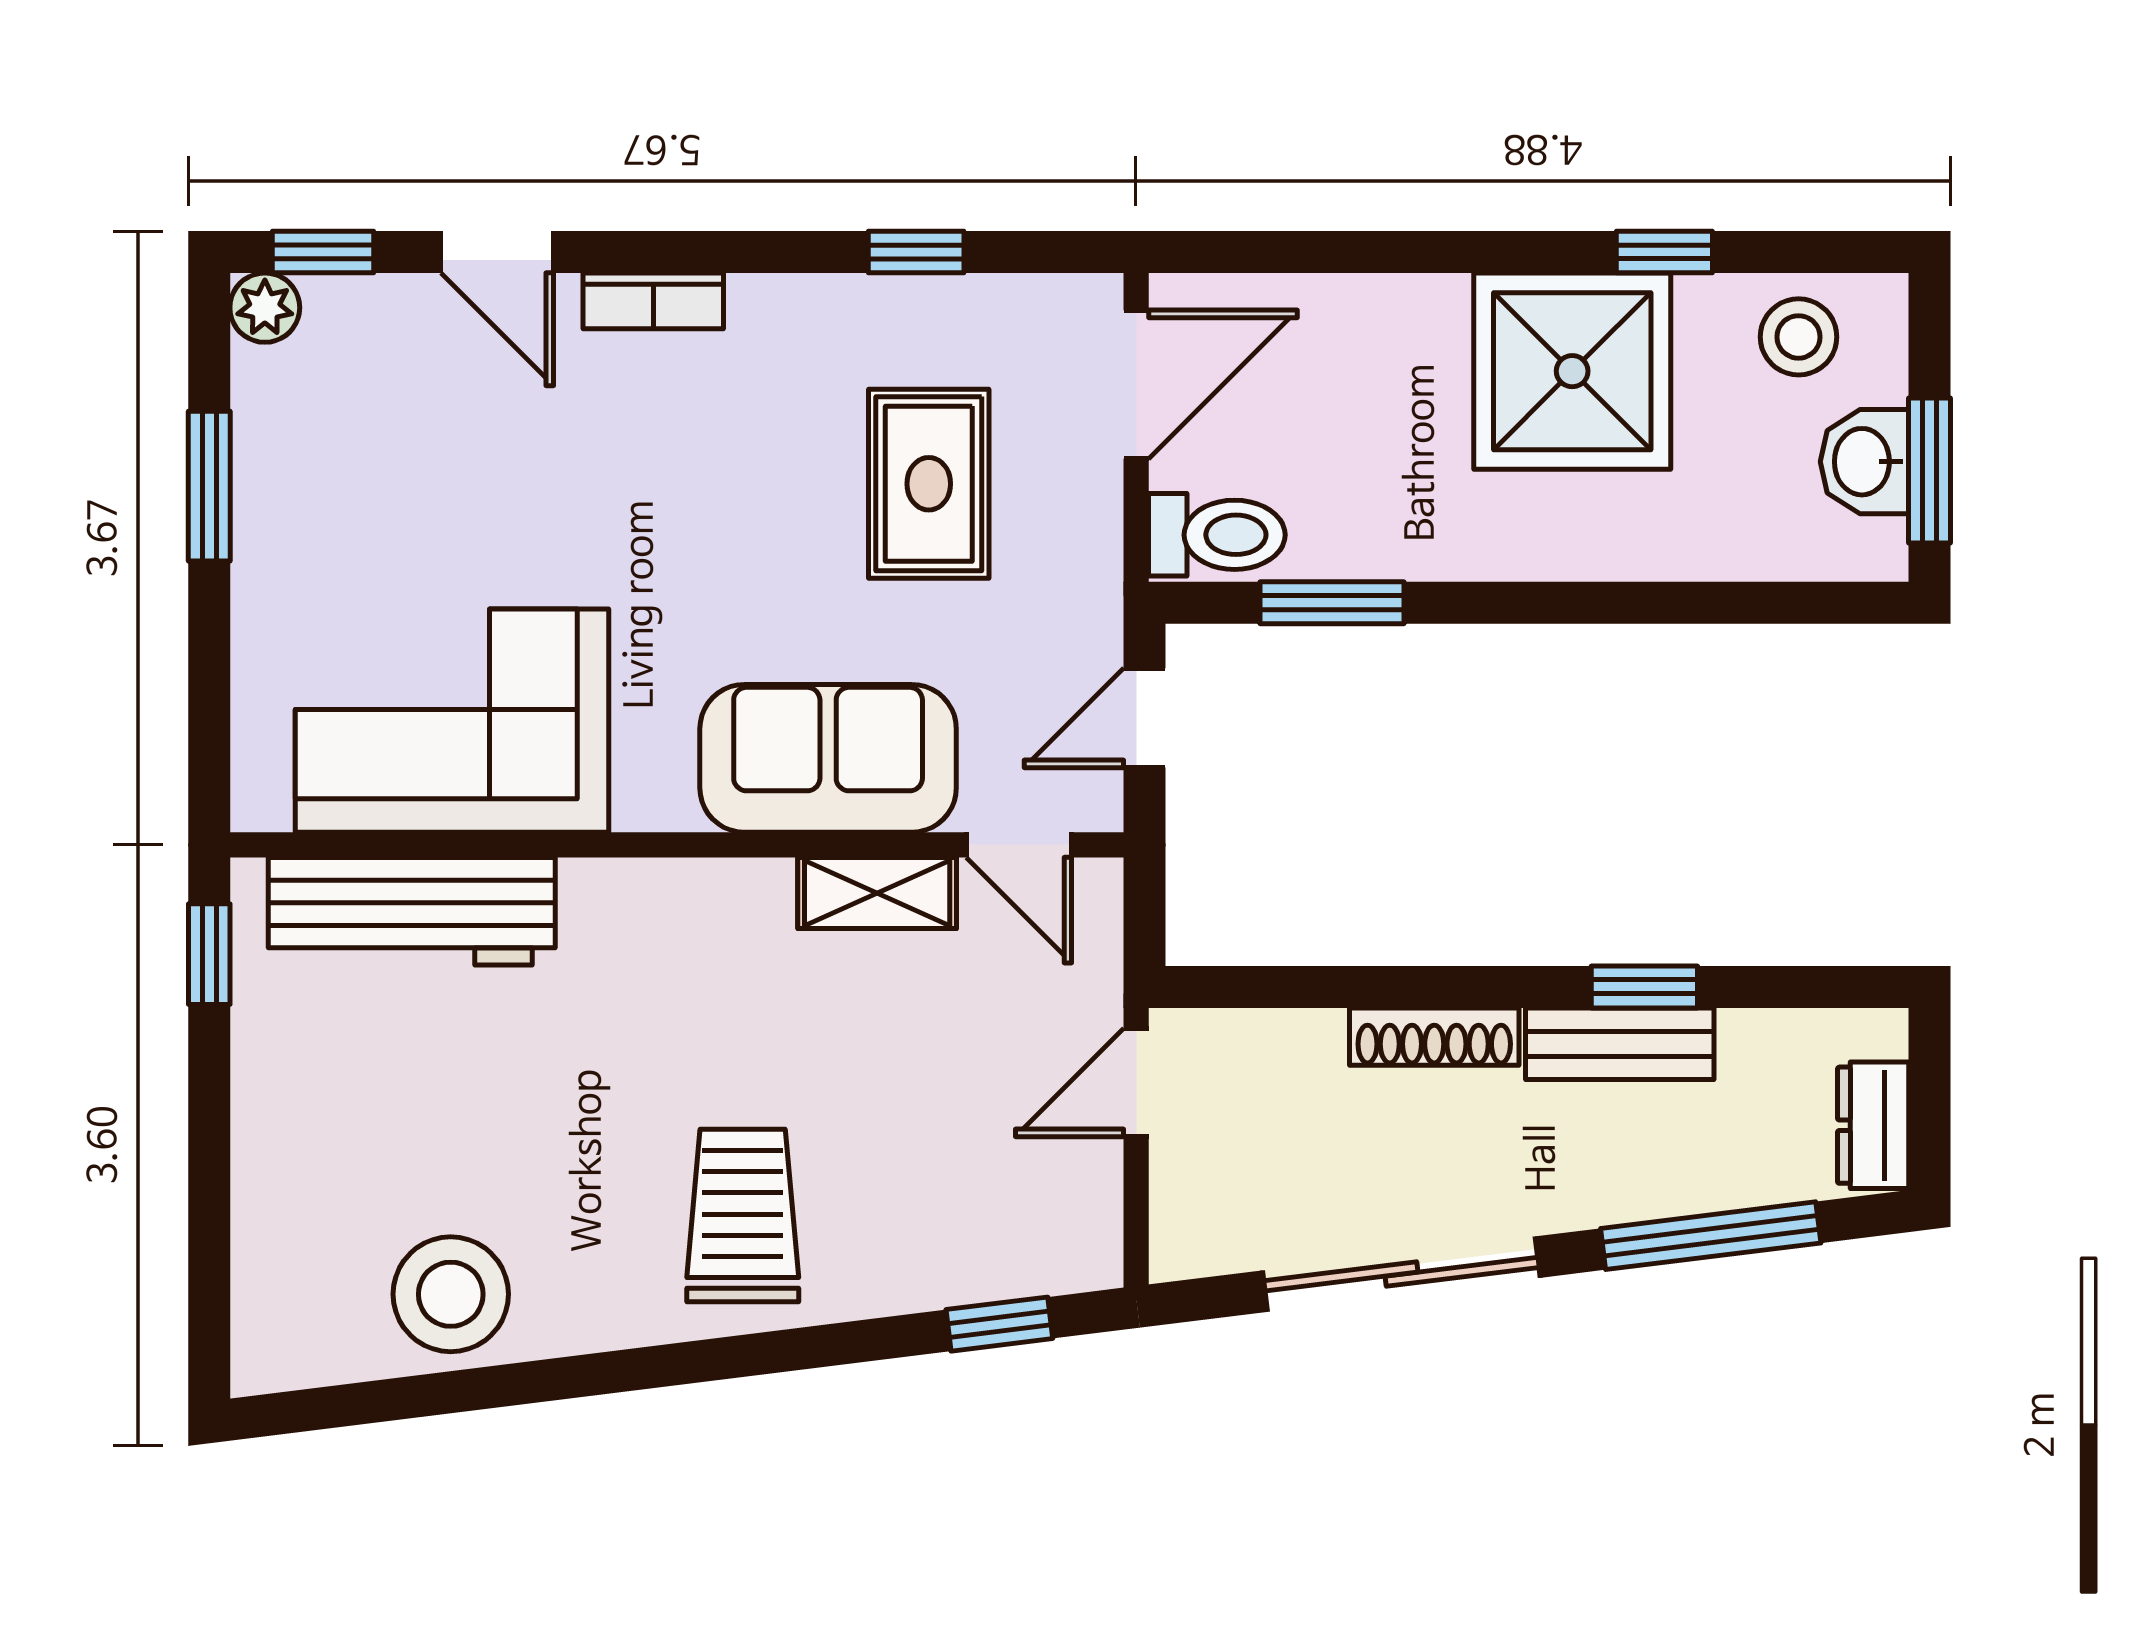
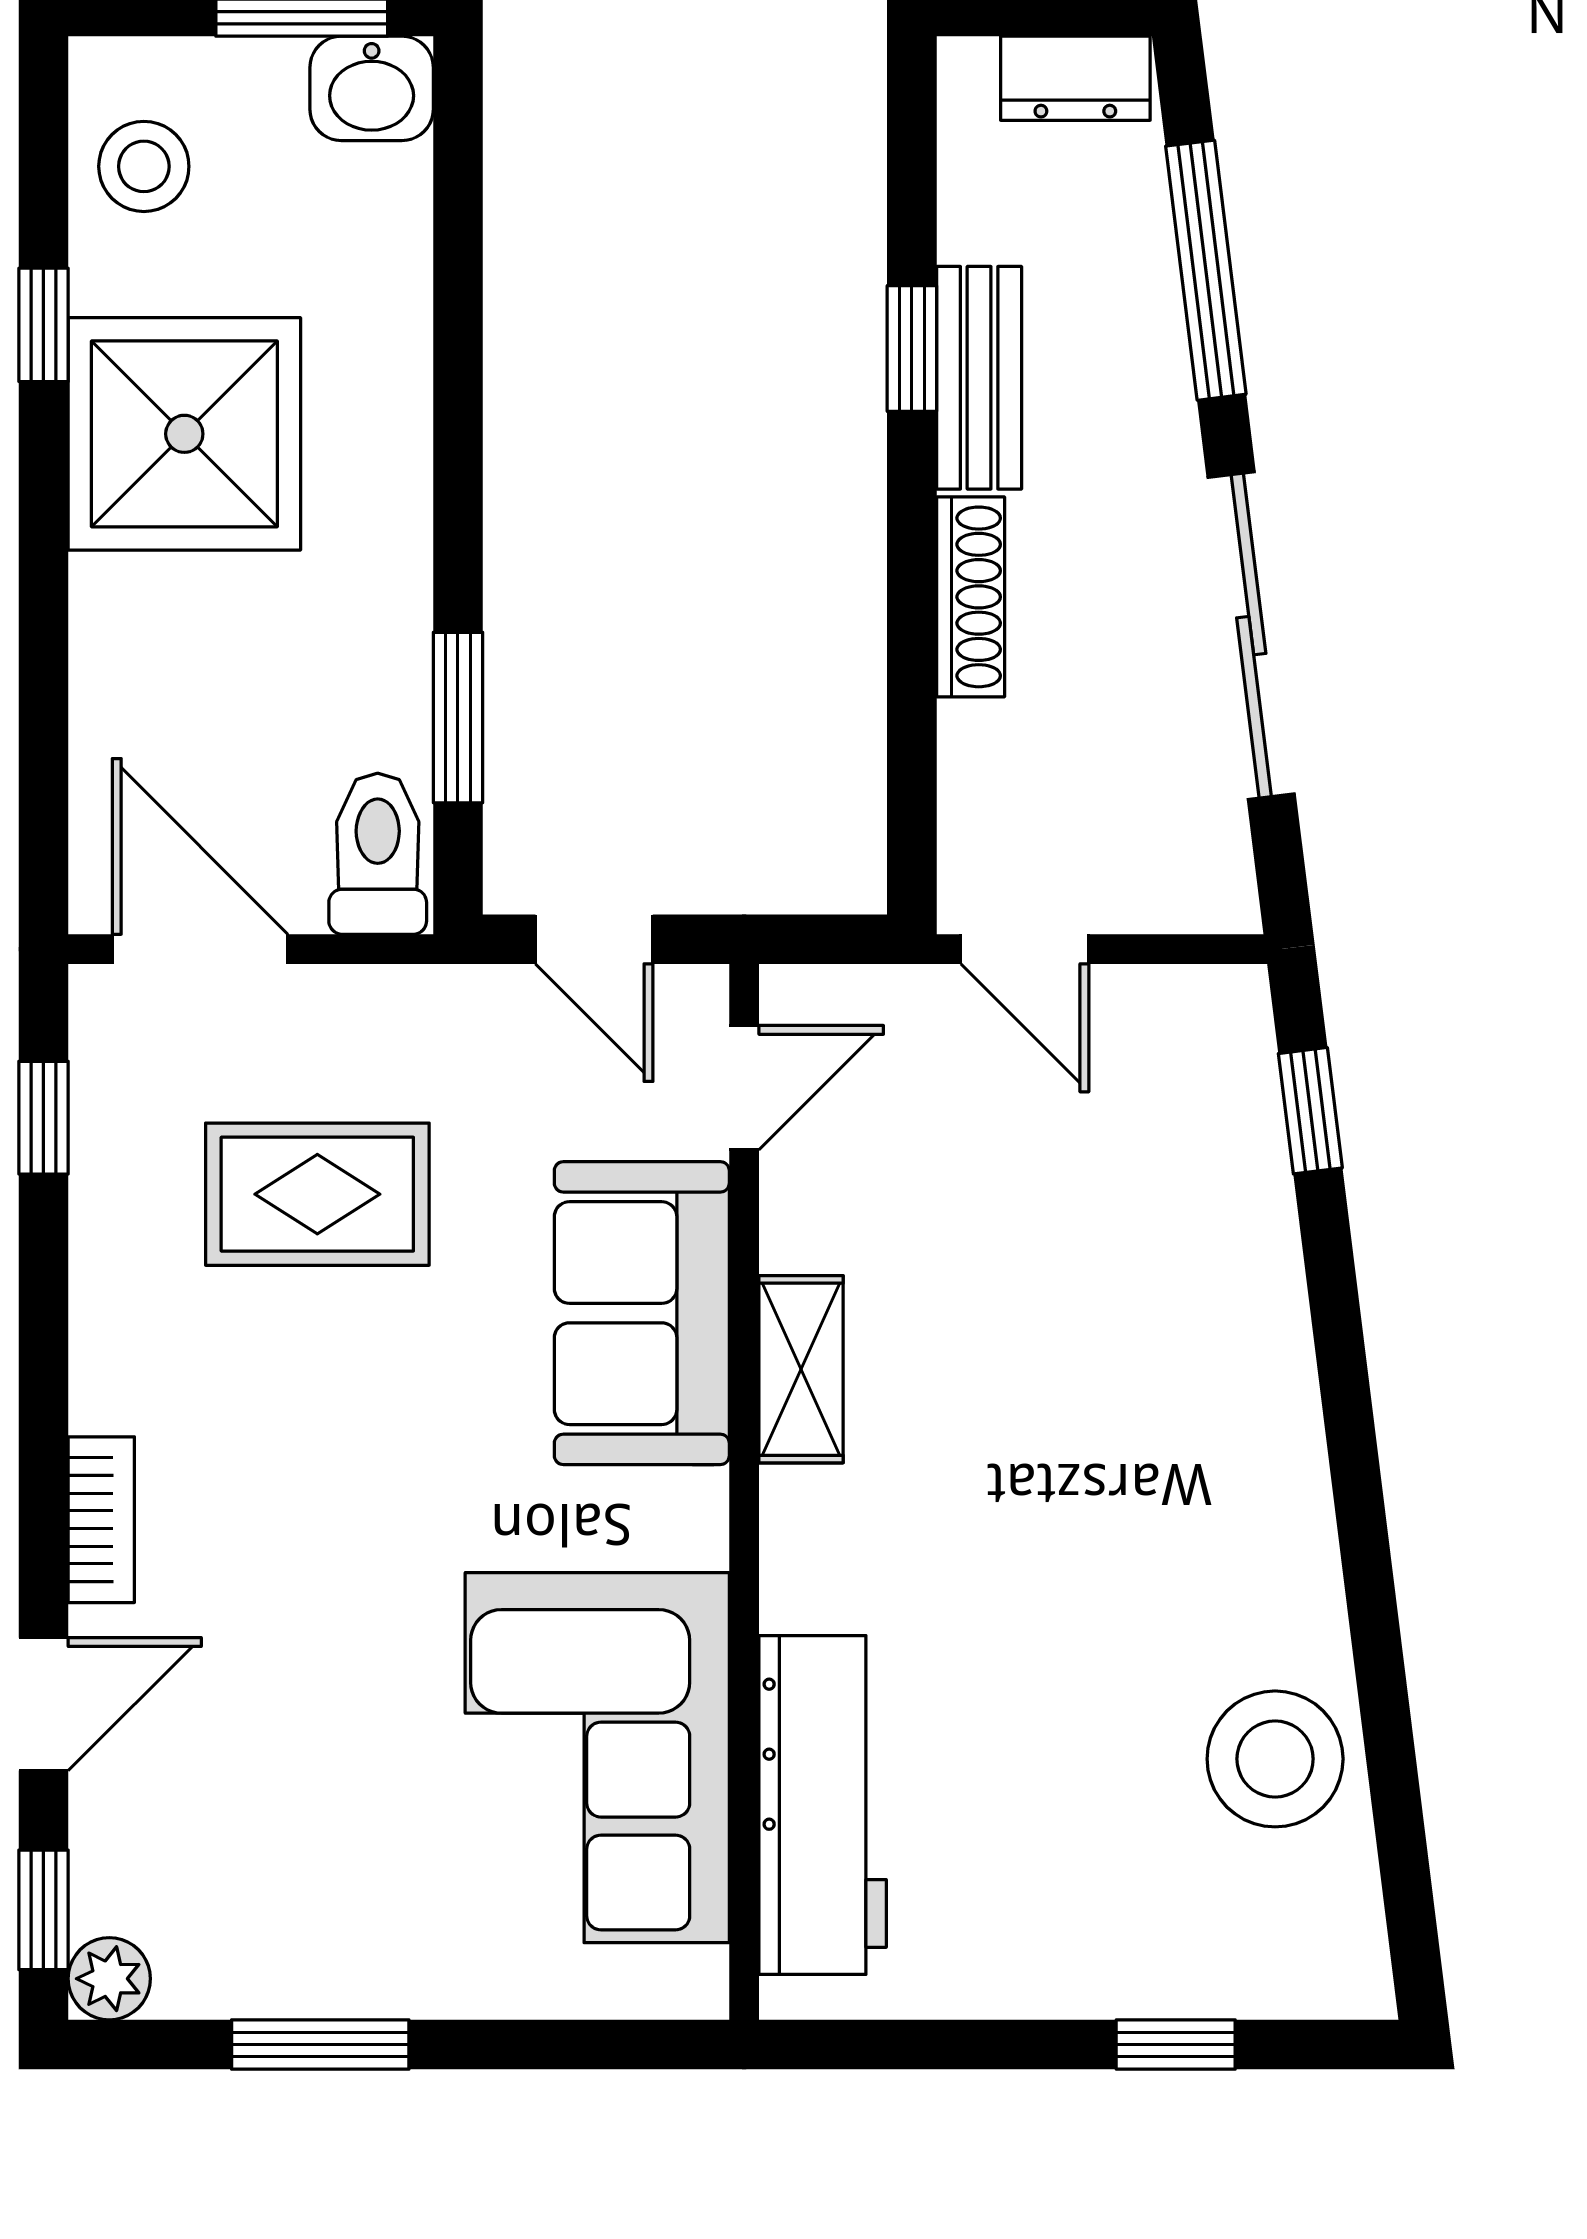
window: (916, 252) -> (43, 1118), moved
washbasin: (1865, 462) -> (372, 88), moved
shelving: (877, 893) -> (801, 1369), moved
window: (209, 954) -> (1176, 2044), moved
trolley: (743, 1216) -> (1182, 1414), removed

